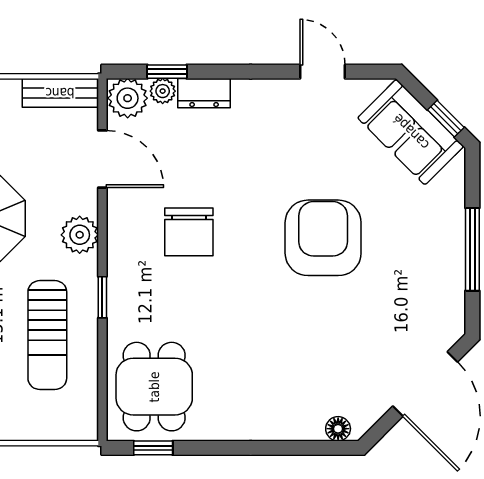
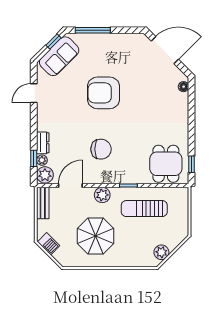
window: (472, 249) -> (93, 30), moved
sun lounger: (47, 335) -> (144, 209), turned 180
dining table: (154, 387) -> (166, 164), turned 90

